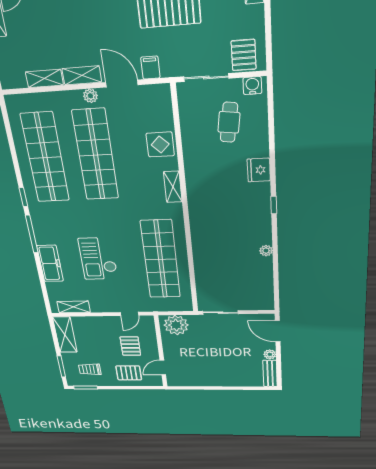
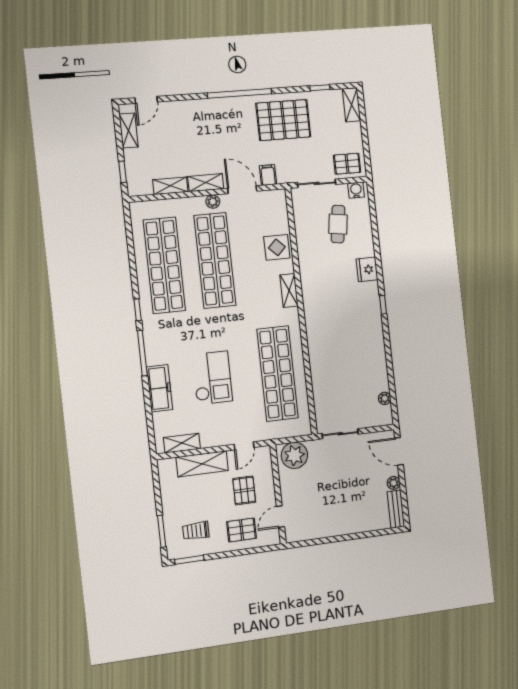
pallet: (244, 55) -> (347, 164), turned 90
plant: (266, 251) -> (385, 398), moved
checkout: (98, 259) -> (212, 378), turned 180
shelving: (65, 335) -> (202, 464), moved, turned 90

